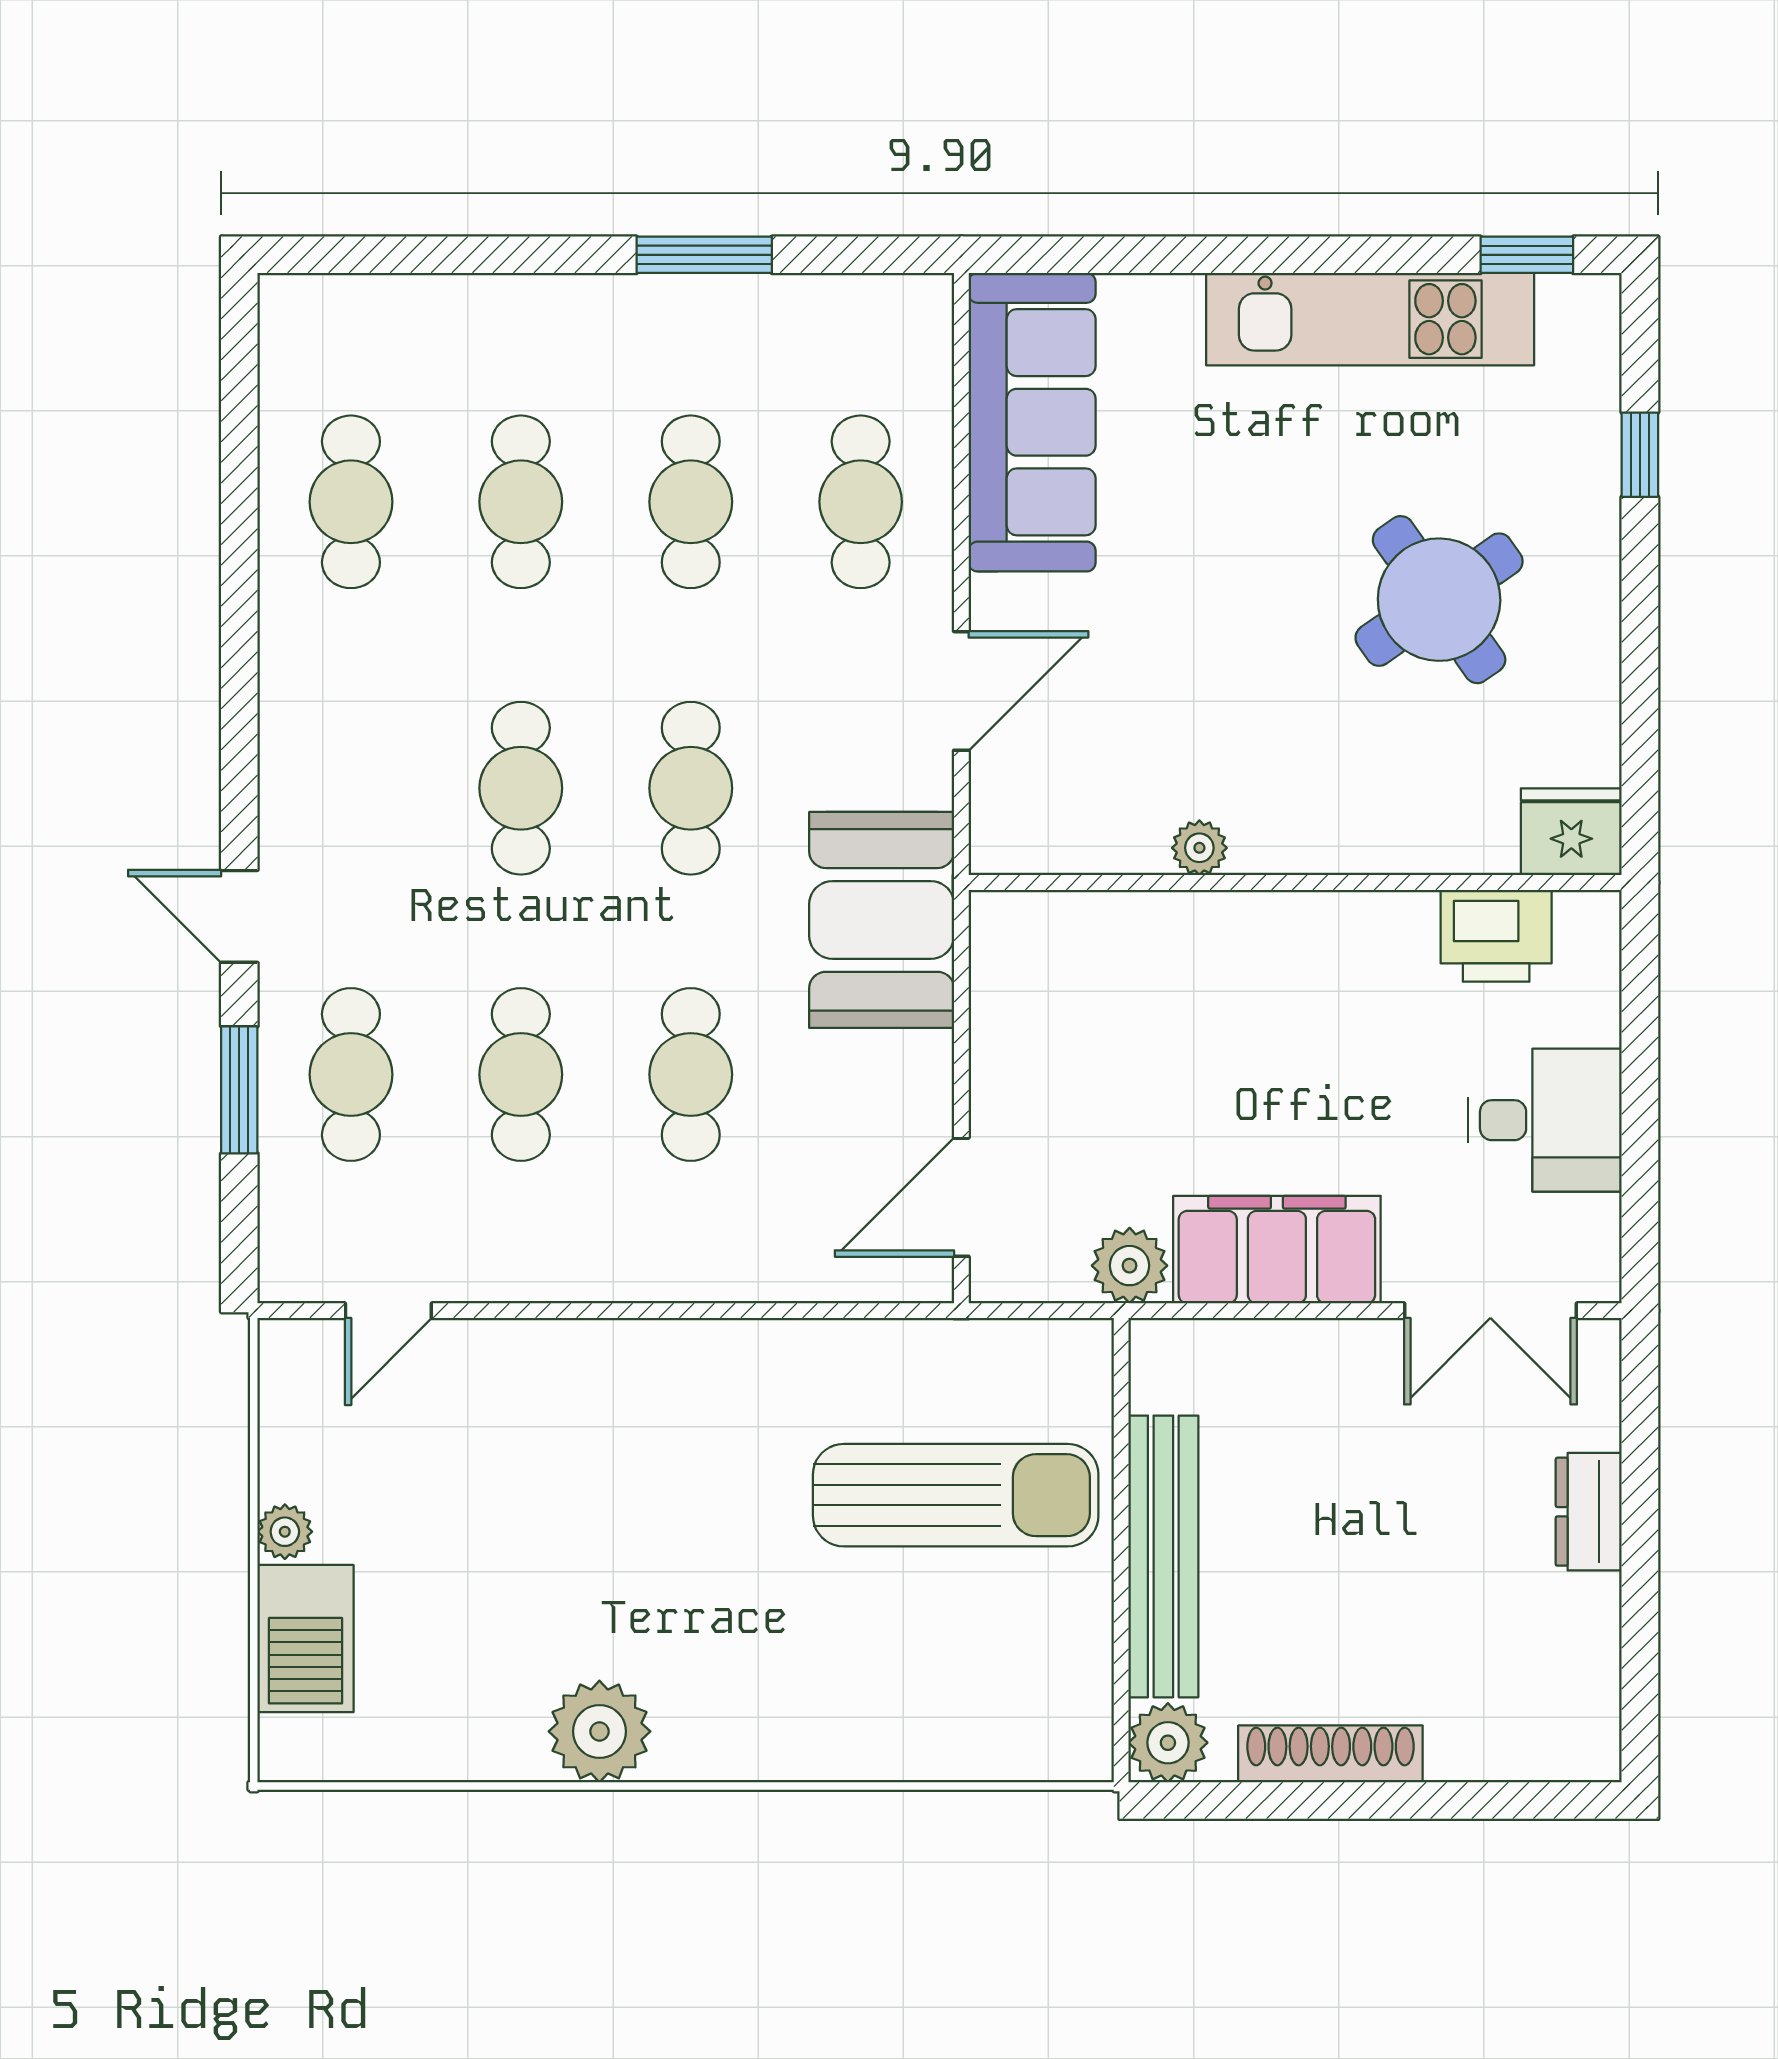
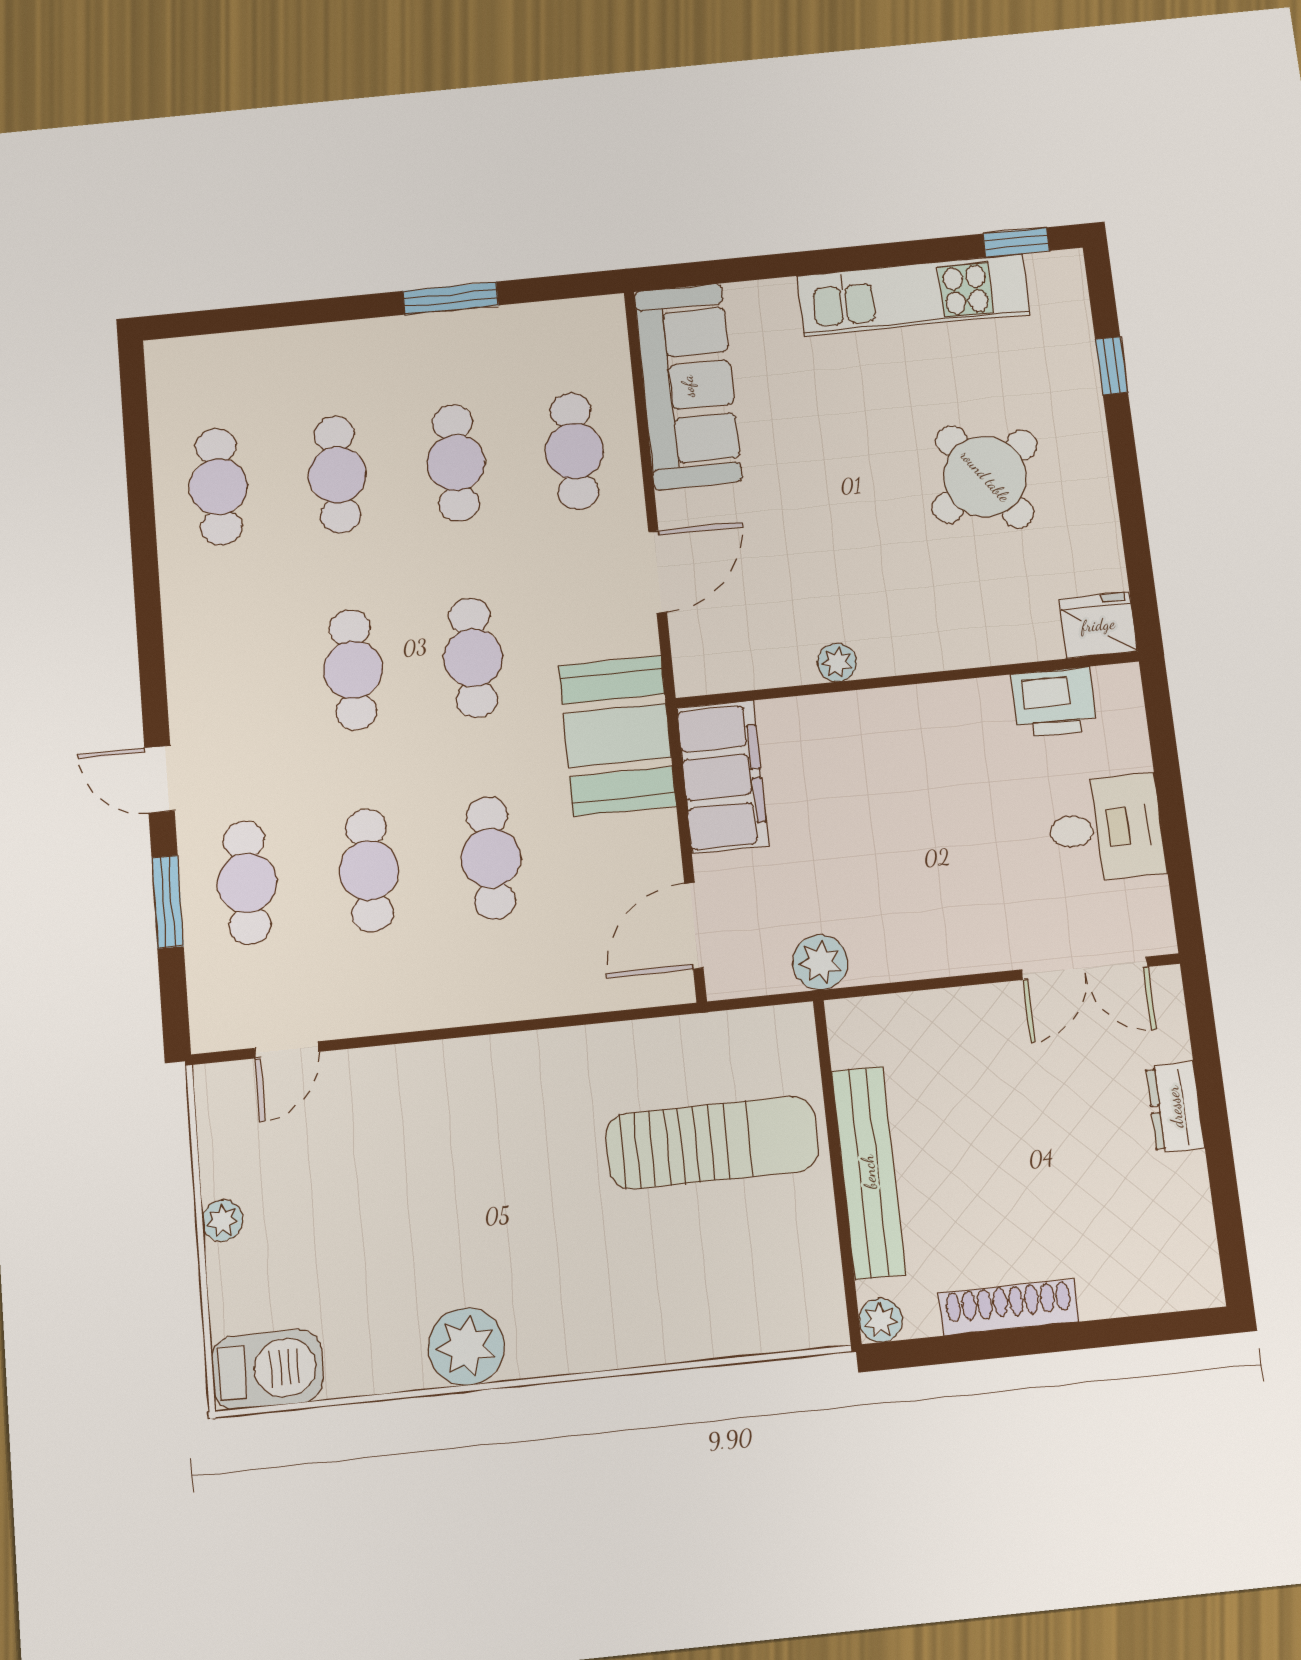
filing cabinet: (1277, 1250) -> (723, 777), moved, turned 90
barbecue: (306, 1639) -> (267, 1369), moved, turned -90
plant: (1168, 1743) -> (881, 1320), width x0.73, depth x0.73

